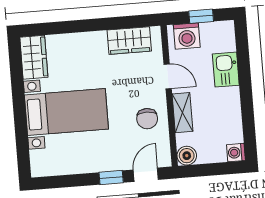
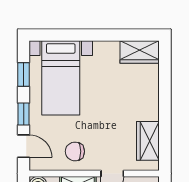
bed with nightstands: (66, 112) -> (61, 78), moved
window: (68, 181) -> (24, 74), added

